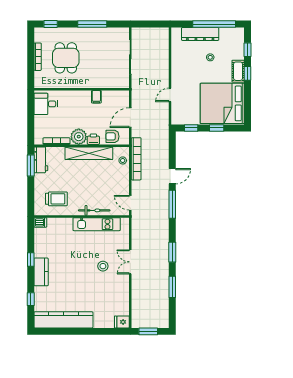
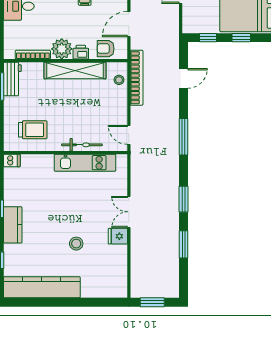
door: (172, 176) -> (183, 78), moved
stool: (103, 266) -> (76, 244), moved
fridge: (122, 322) -> (118, 236), moved

